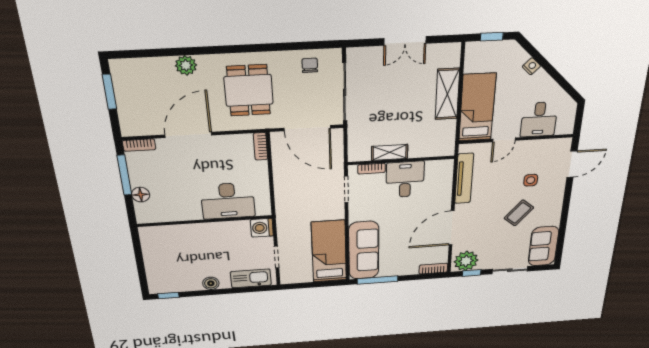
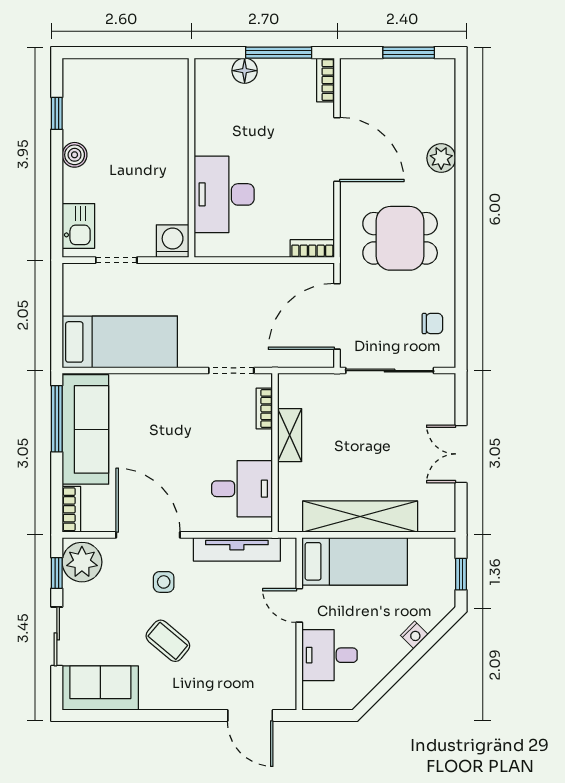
shelving: (447, 94) -> (360, 517), width x1.47
desk: (405, 179) -> (242, 489), moved
side table: (531, 180) -> (164, 582), moved
sofa: (364, 250) -> (85, 429), moved, turned -90
kitchen sink: (251, 278) -> (78, 226), width x0.73
window: (168, 295) -> (57, 113), moved

